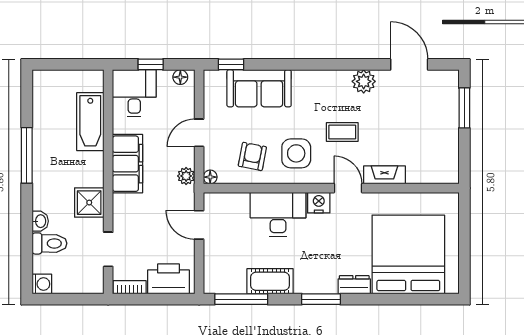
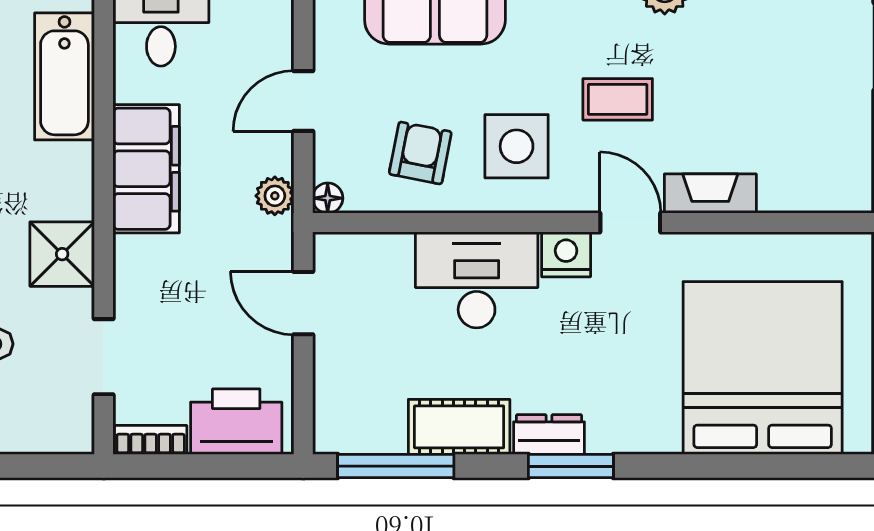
dresser: (354, 285) -> (549, 435), moved

